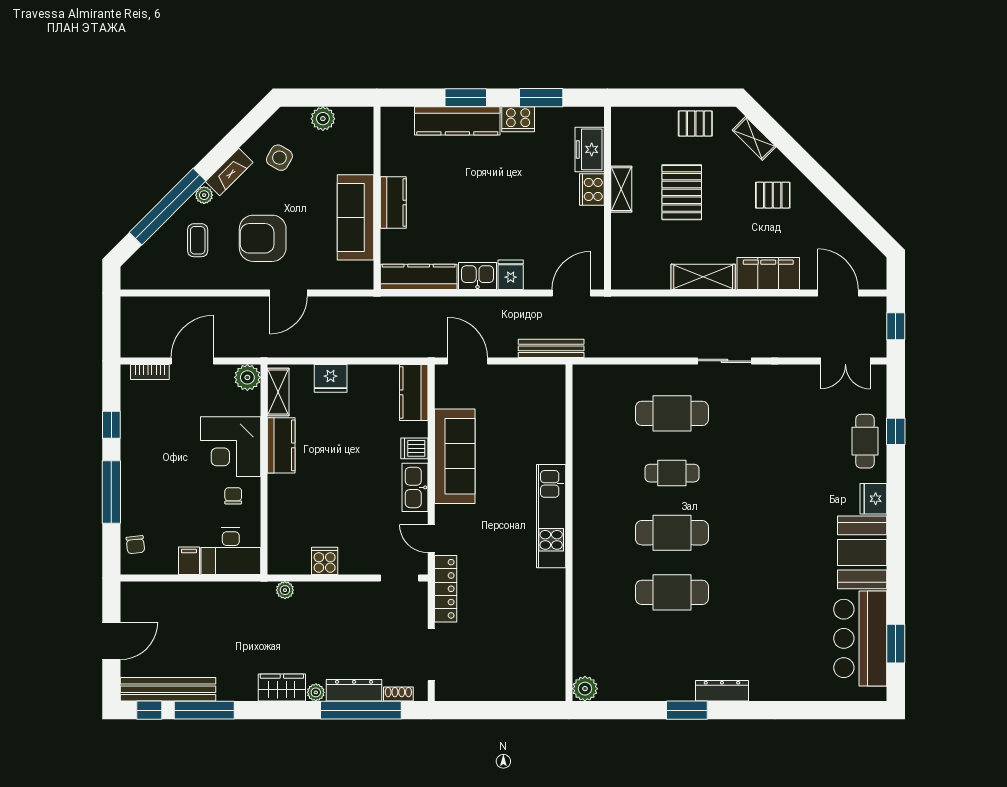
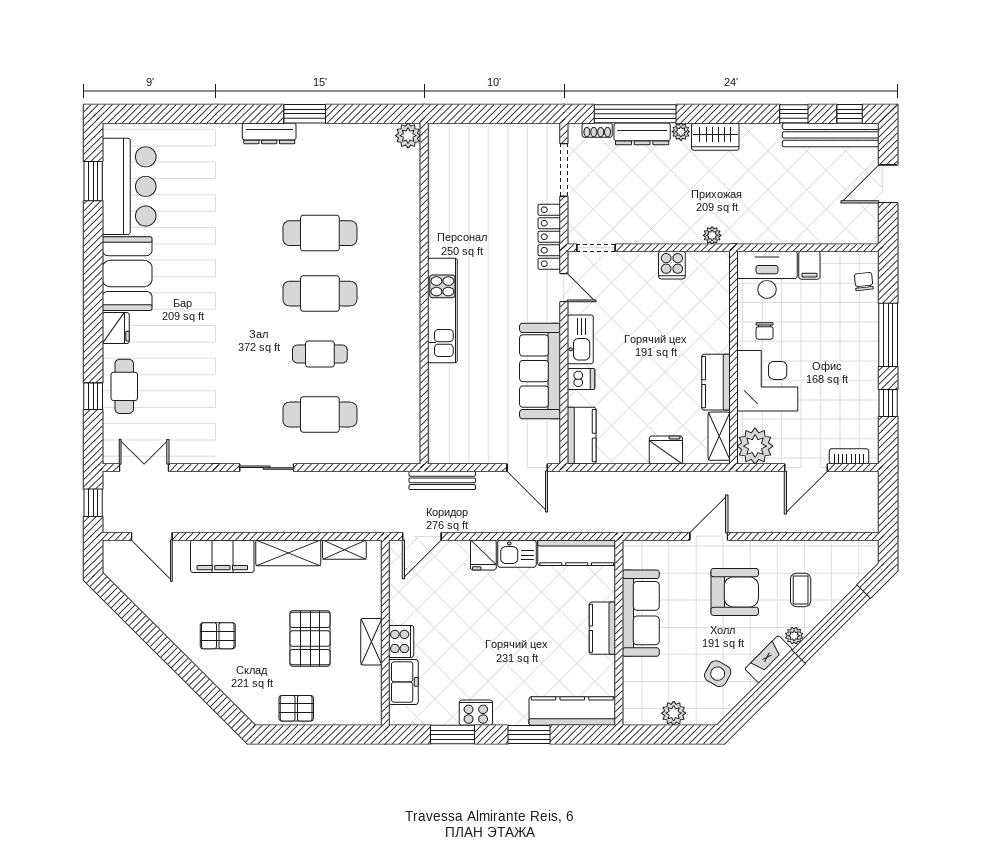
kitchen counter: (457, 121) -> (572, 711), moved
shelving: (754, 138) -> (344, 550), moved, turned -45
plant: (247, 377) -> (755, 446), width x1.36, depth x1.36
window: (204, 710) -> (794, 114), width x0.46

